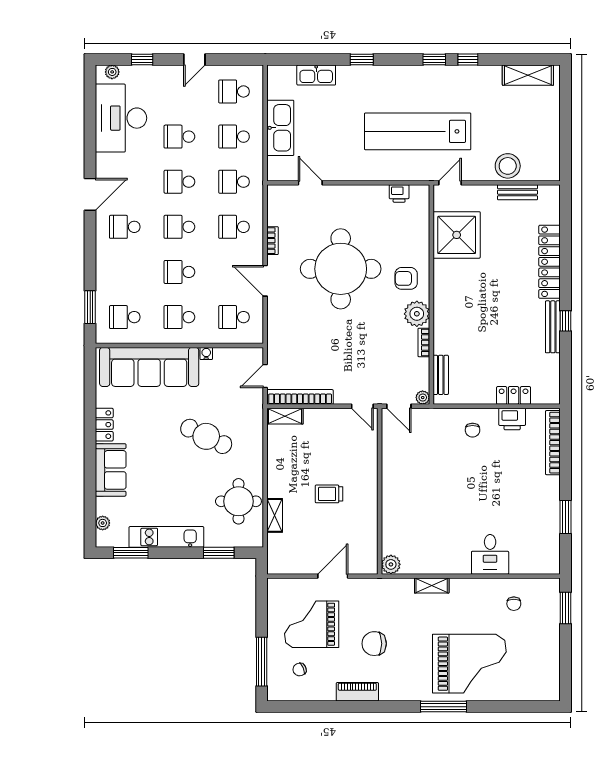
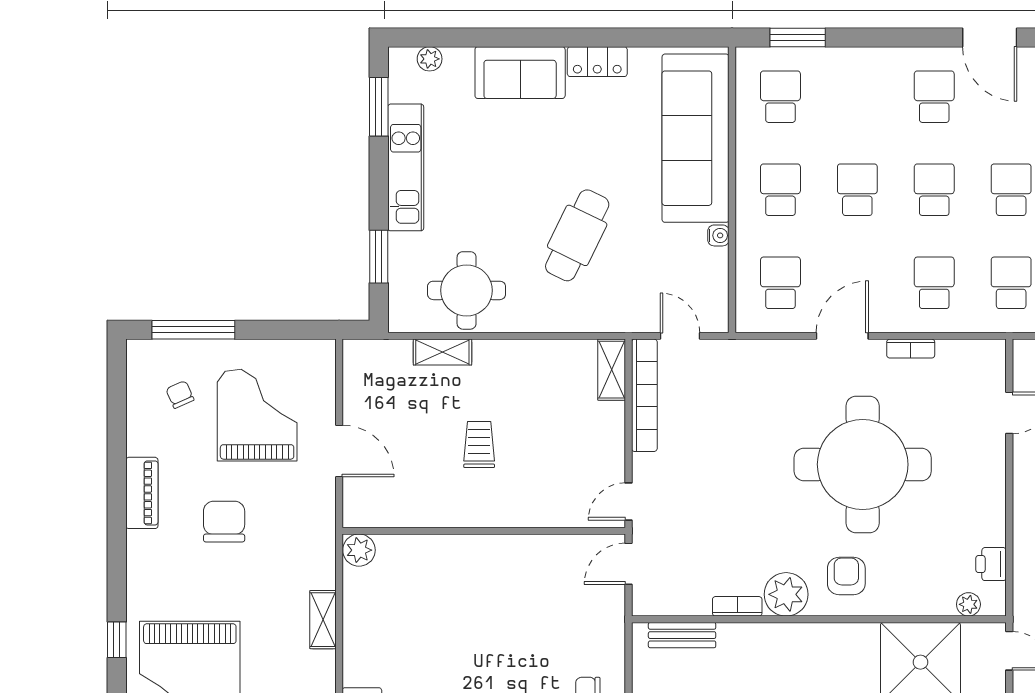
plant: (423, 398) -> (968, 604), moved
window: (444, 707) -> (117, 640), width x0.46

